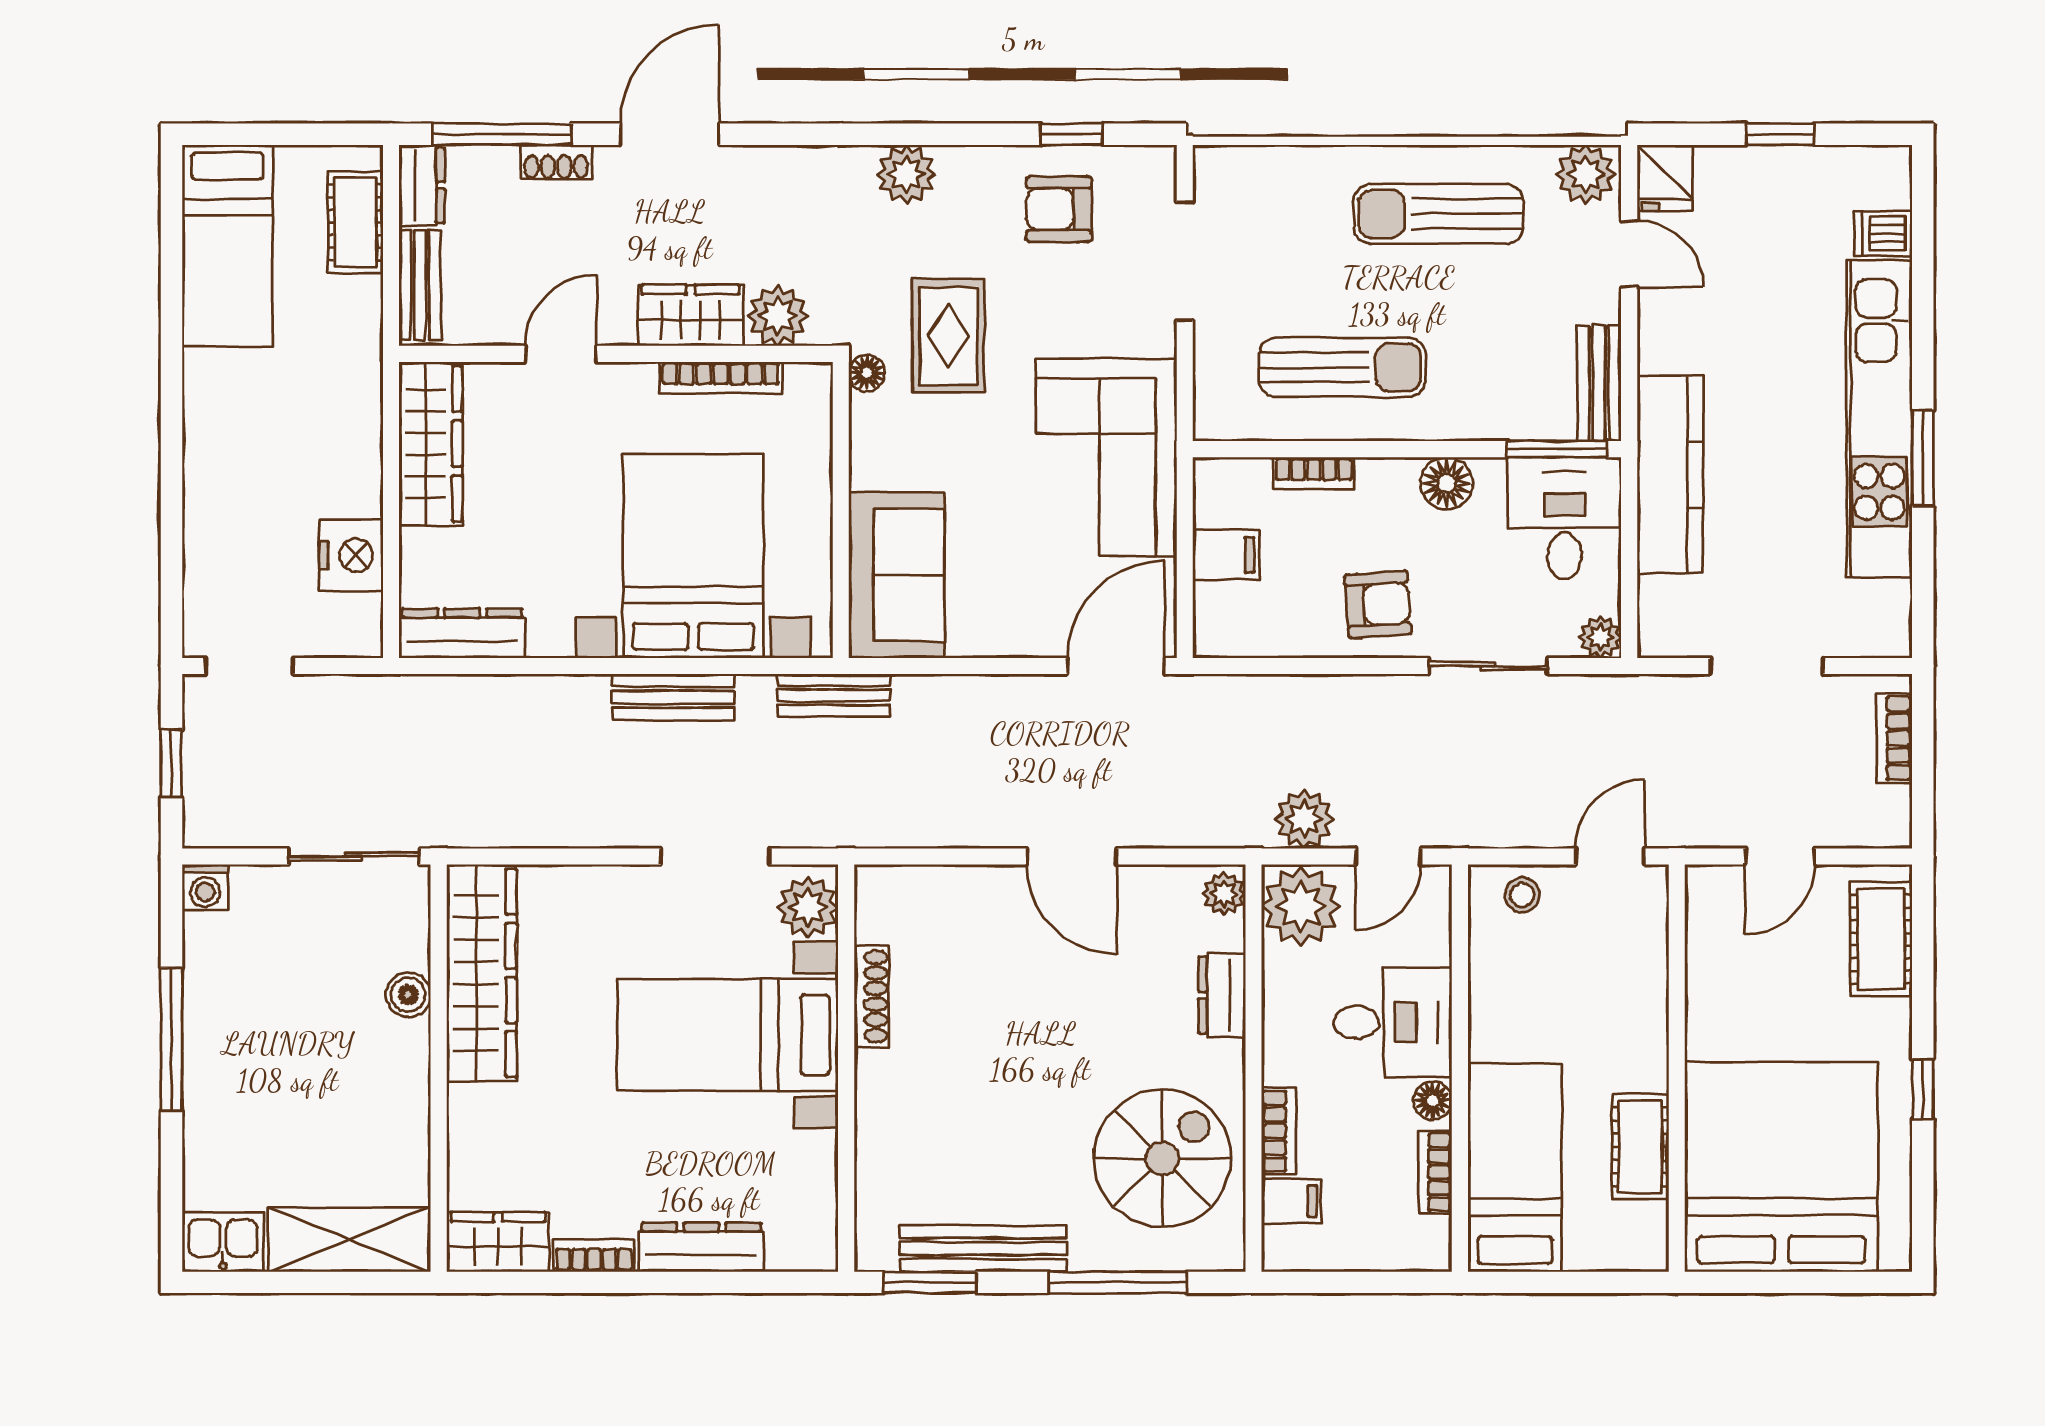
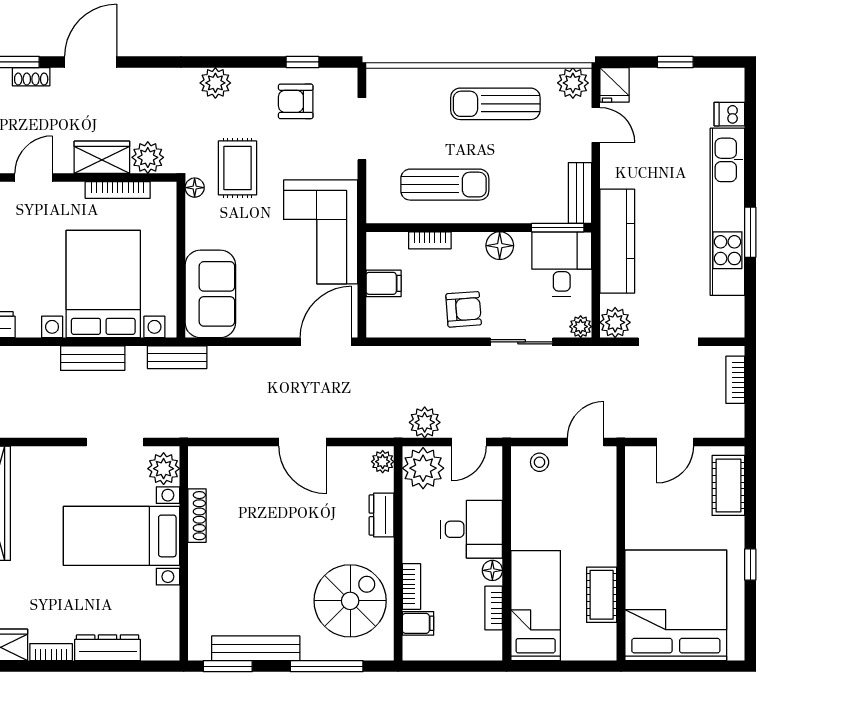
plant: (1666, 629) -> (615, 322), added

